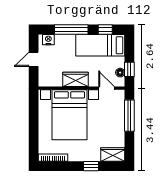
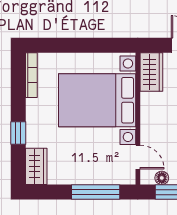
wardrobe: (75, 79) -> (151, 72), moved
door: (107, 88) -> (138, 157), hinge flipped

